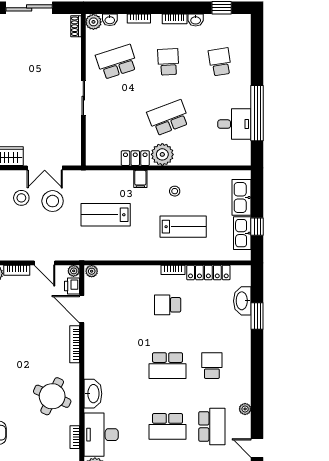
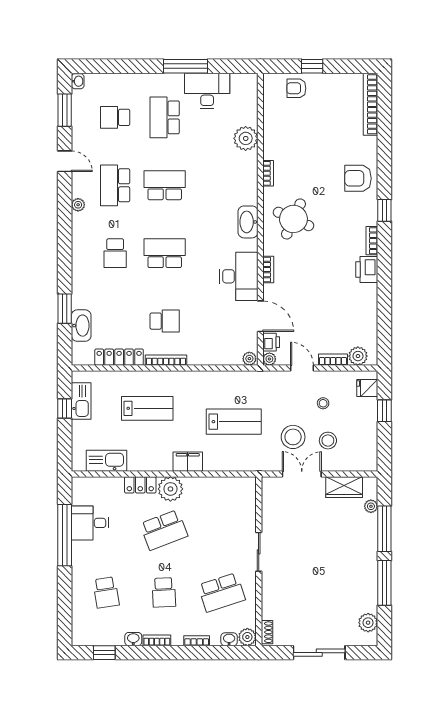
locker: (135, 158) -> (140, 485), moved
filing cabinet: (140, 179) -> (188, 462), width x2.00
stool: (175, 191) -> (323, 403), moved
kitchen sink: (241, 197) -> (107, 461), moved, turned -90
lab bench: (183, 227) -> (147, 408), turned 180
bookcase: (173, 270) -> (166, 360), width x1.56
bookcase: (75, 344) -> (268, 270), width x0.64
desk: (101, 435) -> (239, 276), moved

